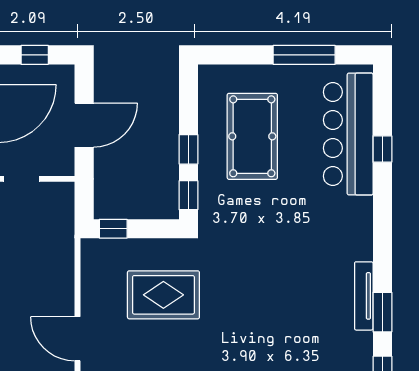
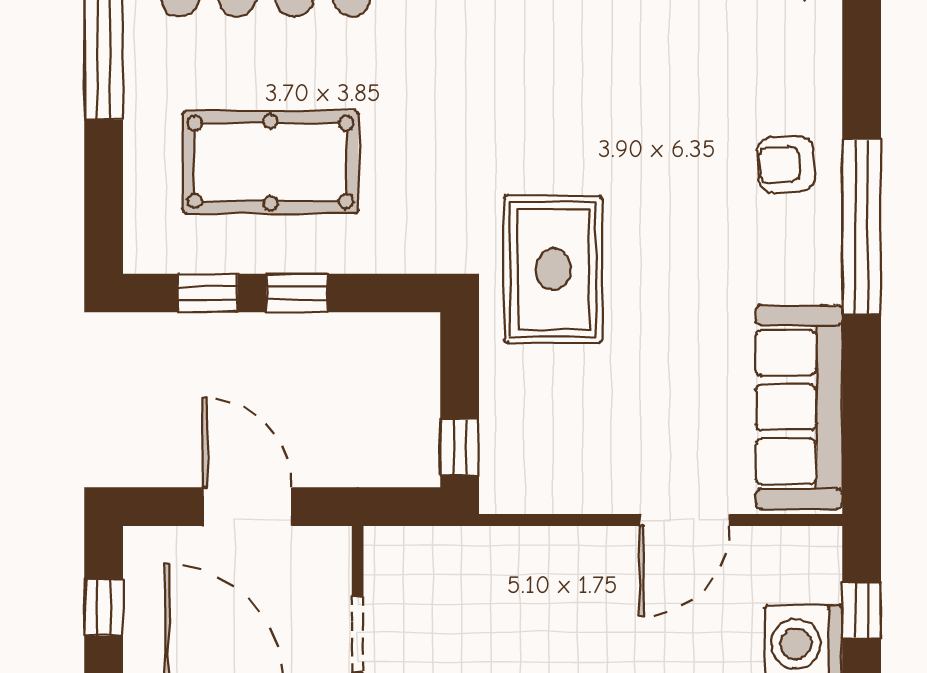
window: (188, 195) -> (208, 293), moved
rug: (163, 295) -> (553, 269), moved

